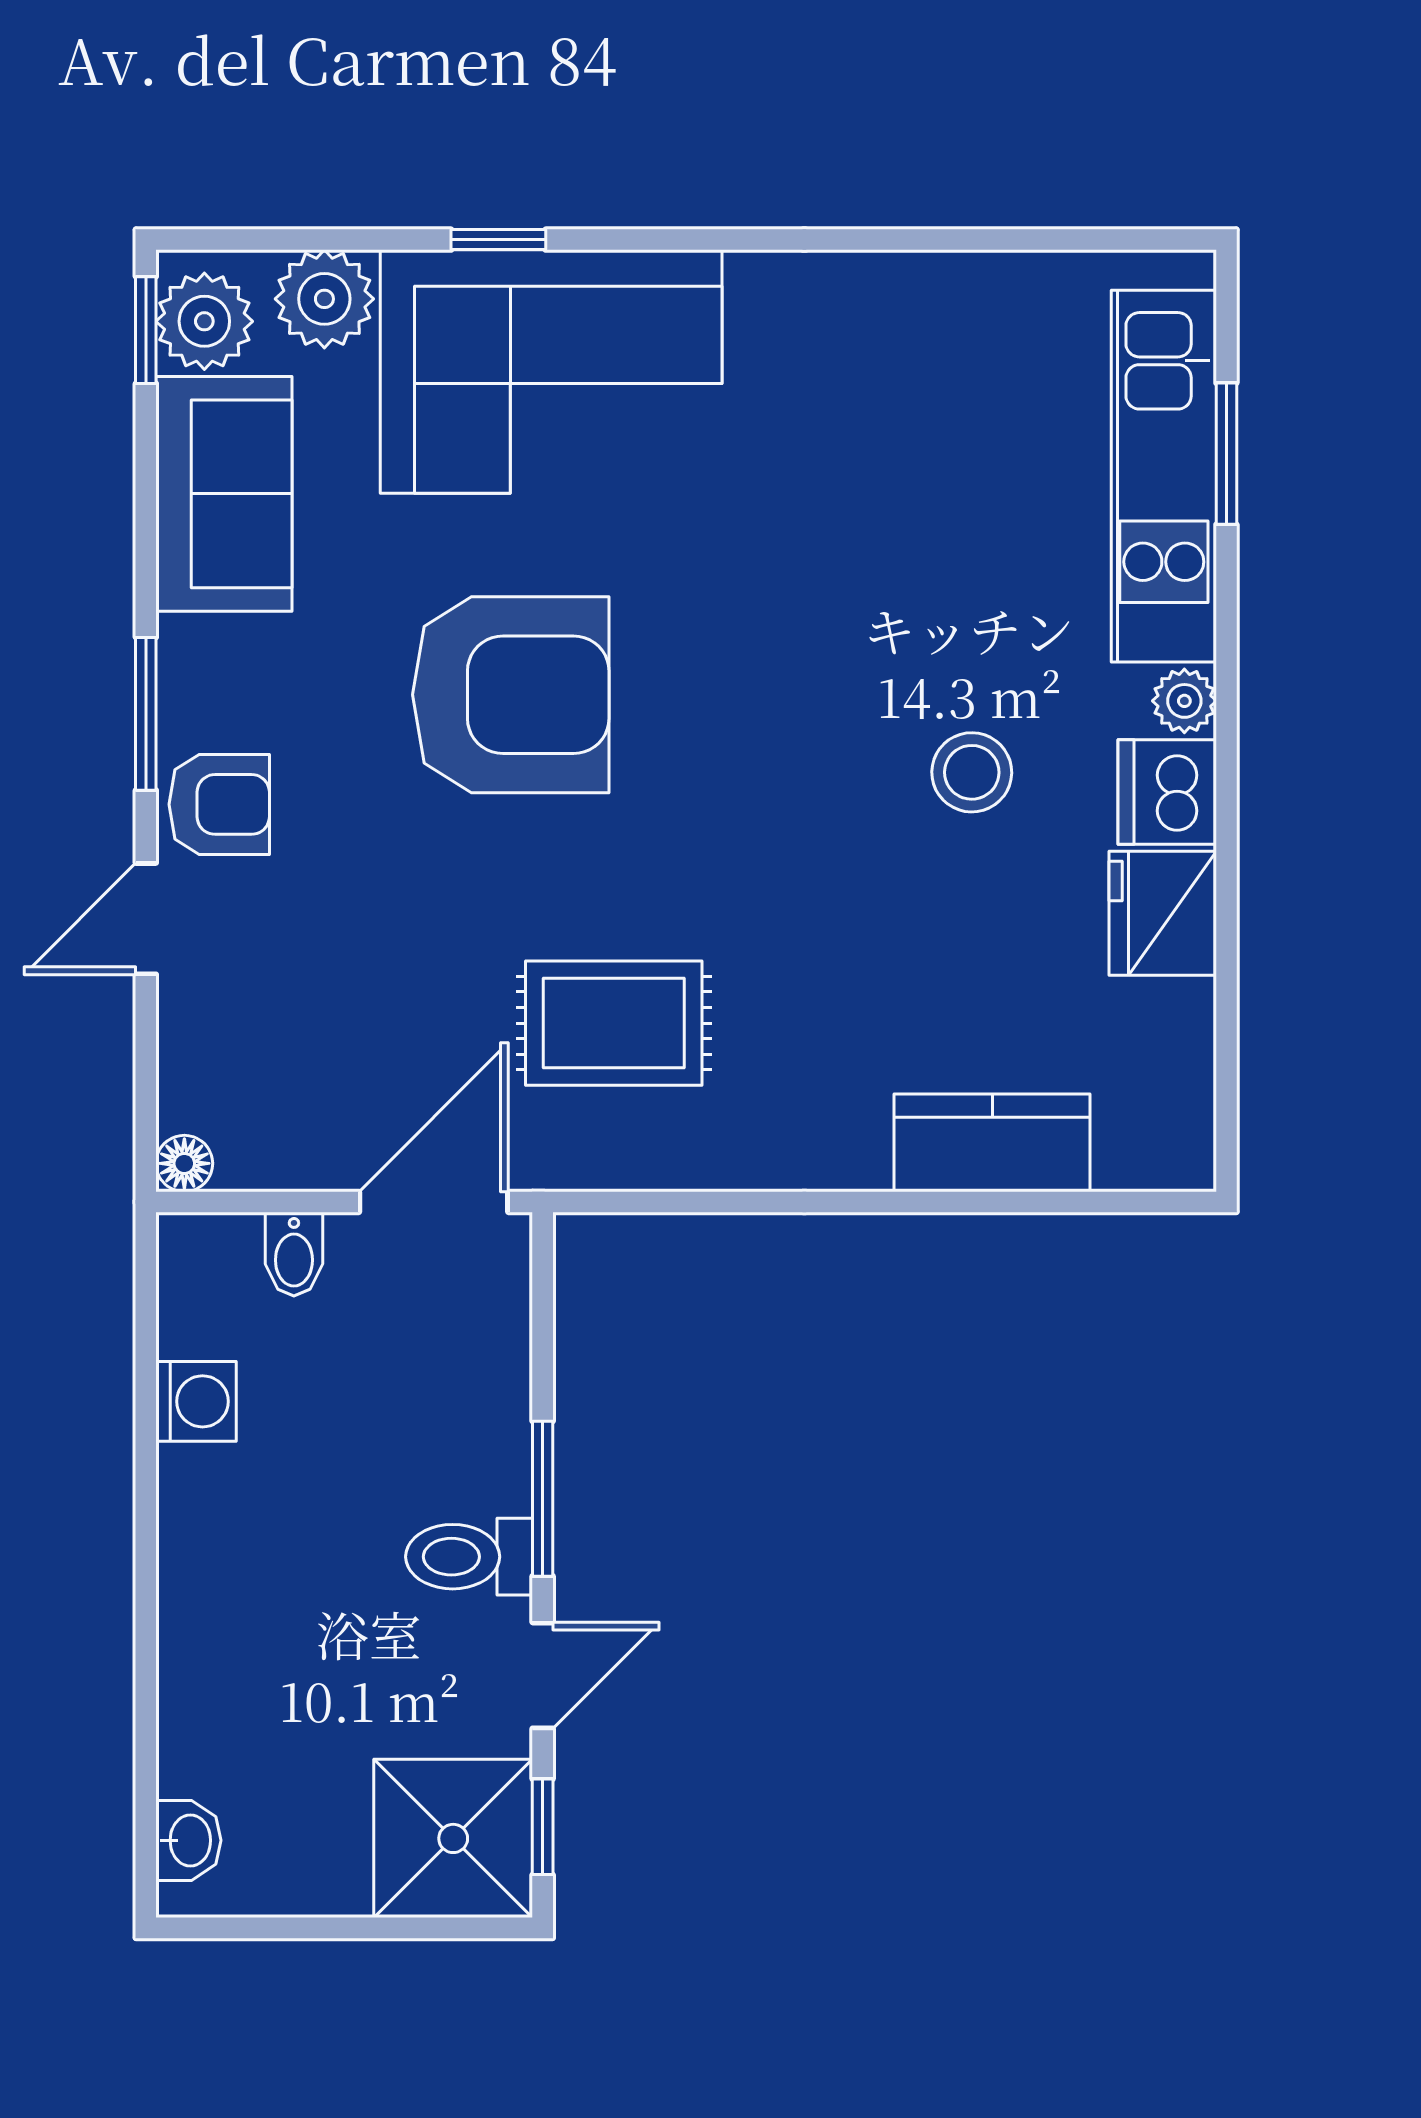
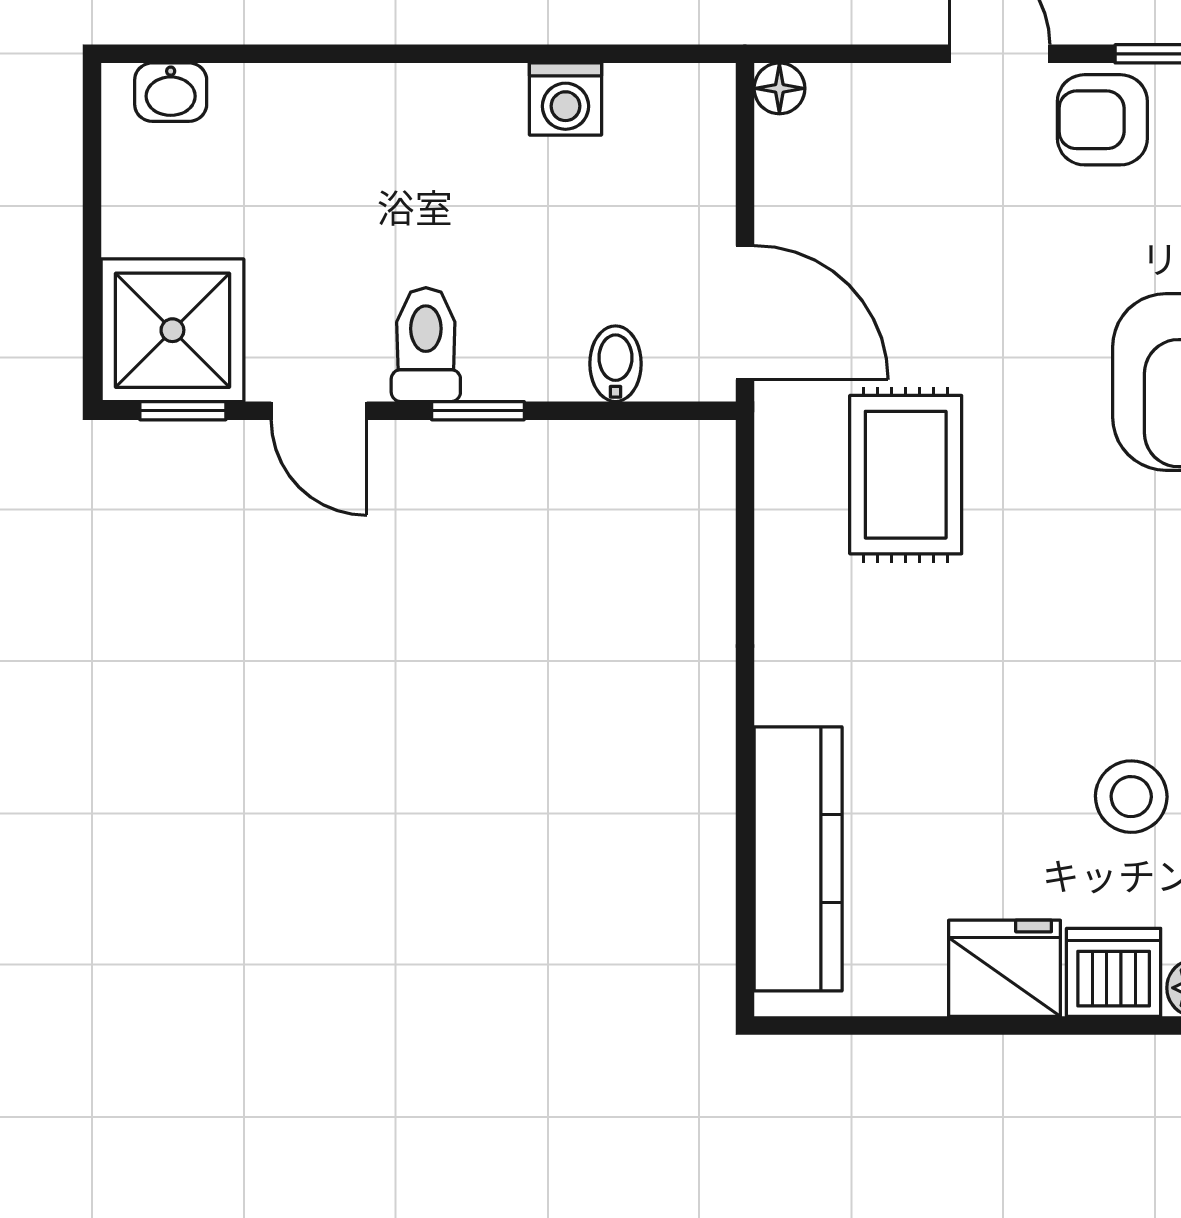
armchair: (219, 804) -> (1102, 120), turned 90
kitchen counter: (992, 1143) -> (798, 859), width x1.50
bidet: (294, 1254) -> (616, 364), moved, turned 90
window: (543, 1499) -> (478, 411), width x0.67

